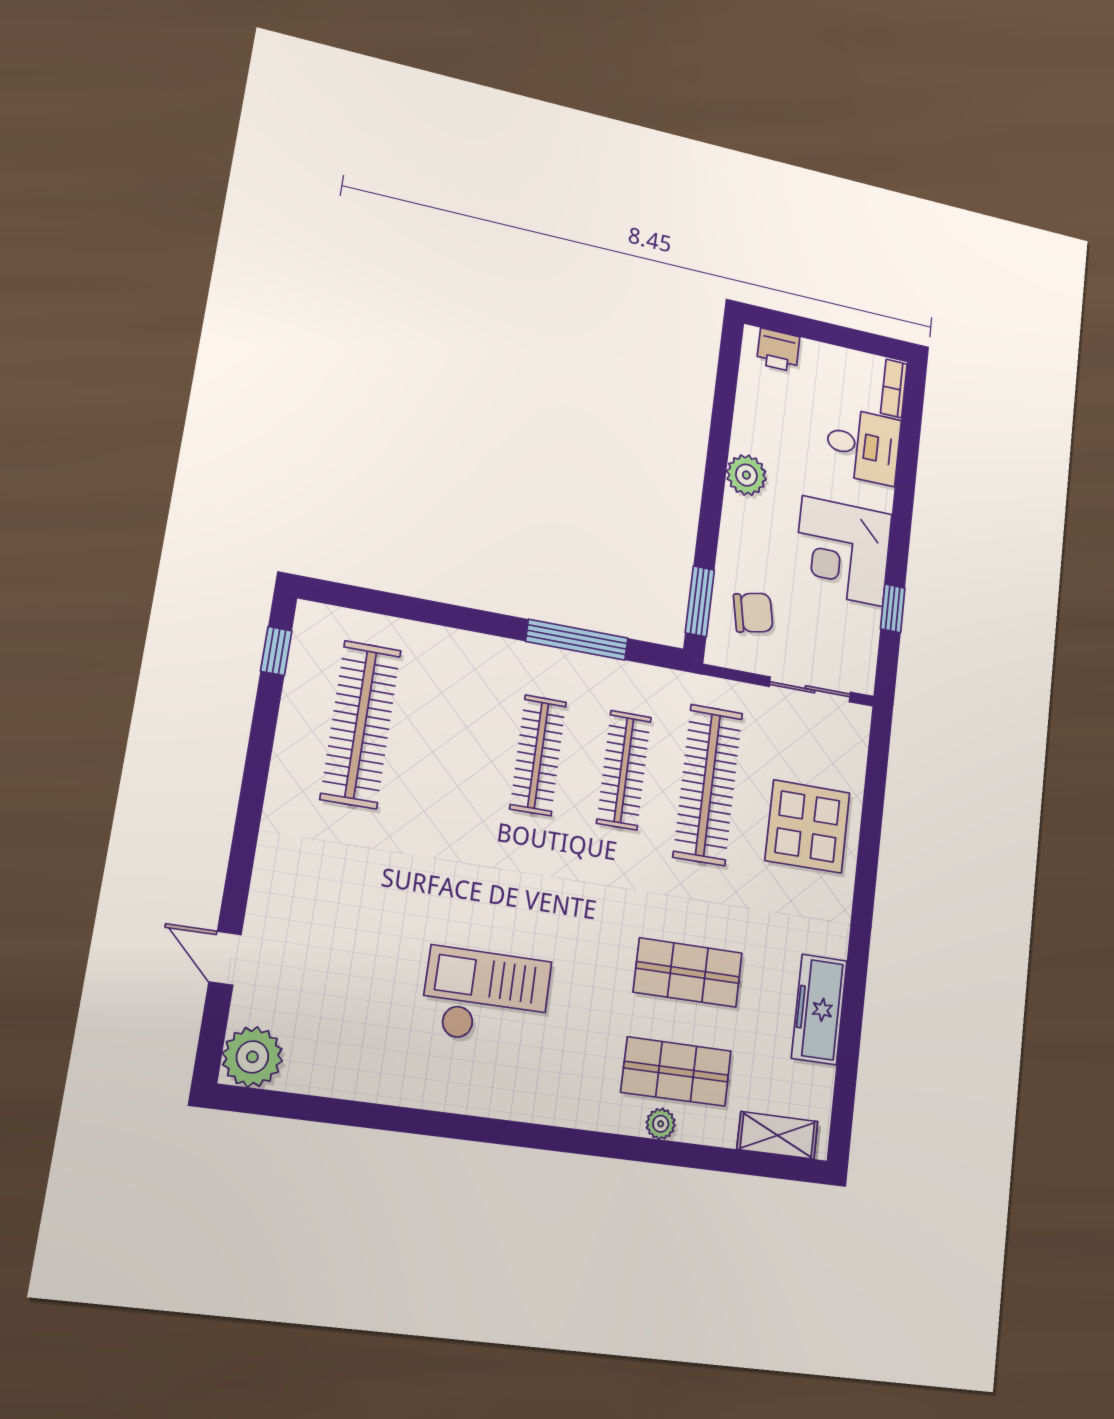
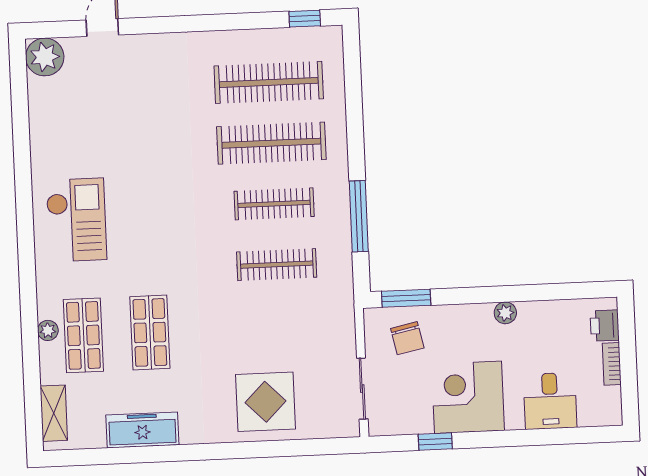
bookcase: (894, 389) -> (612, 364), moved, turned -90
plant: (746, 475) -> (505, 313), width x0.73, depth x0.73
clothes rail: (708, 785) -> (271, 143), moved
checkout: (486, 997) -> (76, 220), moved

